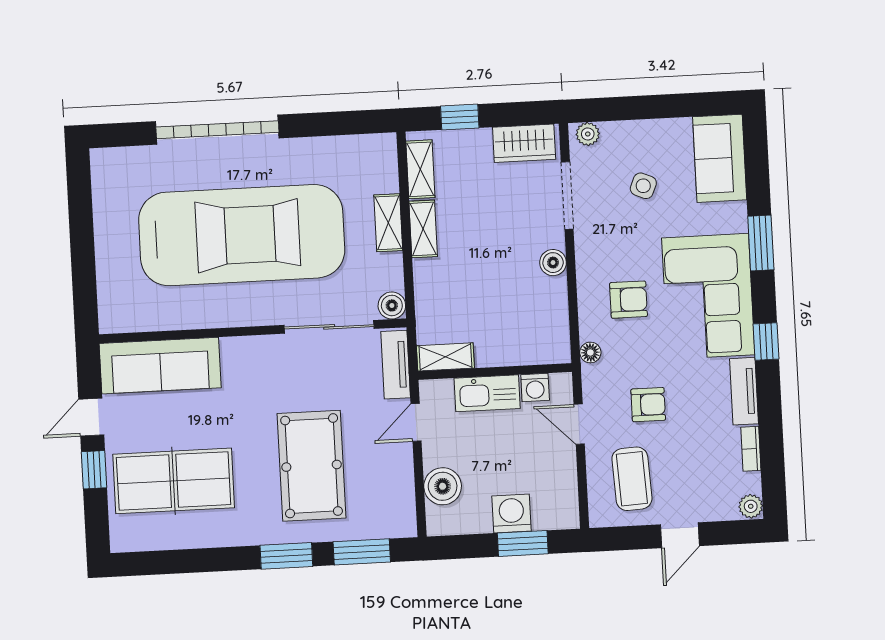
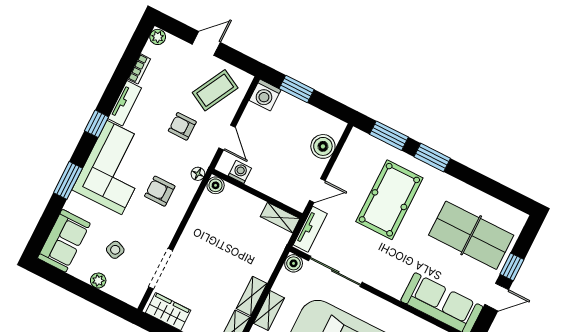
plant: (588, 134) -> (98, 281), moved
boiler: (553, 263) -> (216, 185), moved
kitchen sink: (487, 393) -> (268, 184), removed
coffee table: (632, 479) -> (215, 90), turned 31
washing machine: (511, 514) -> (265, 95), moved

